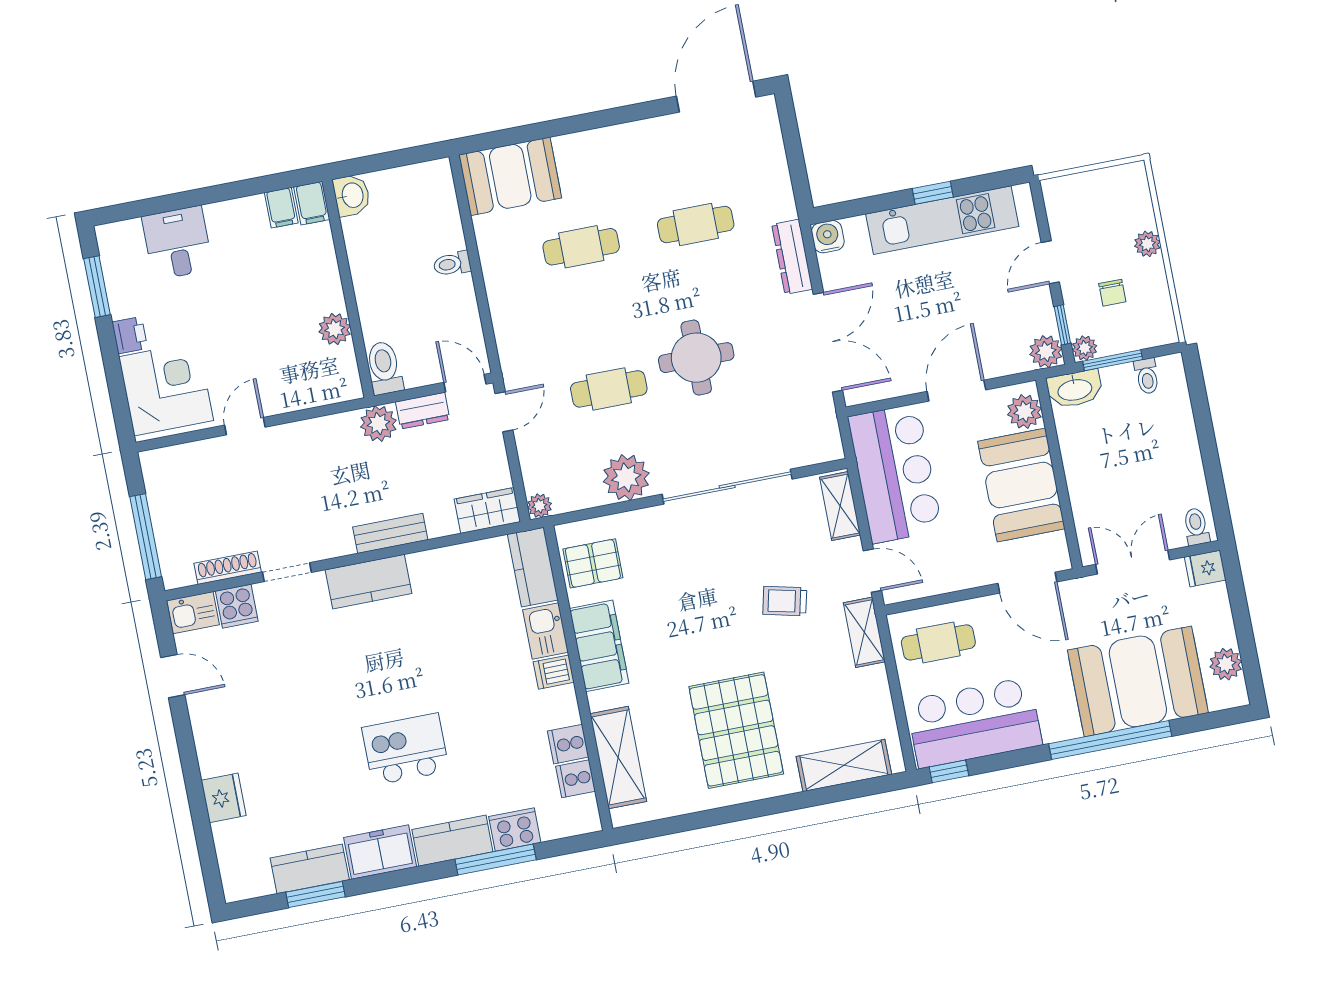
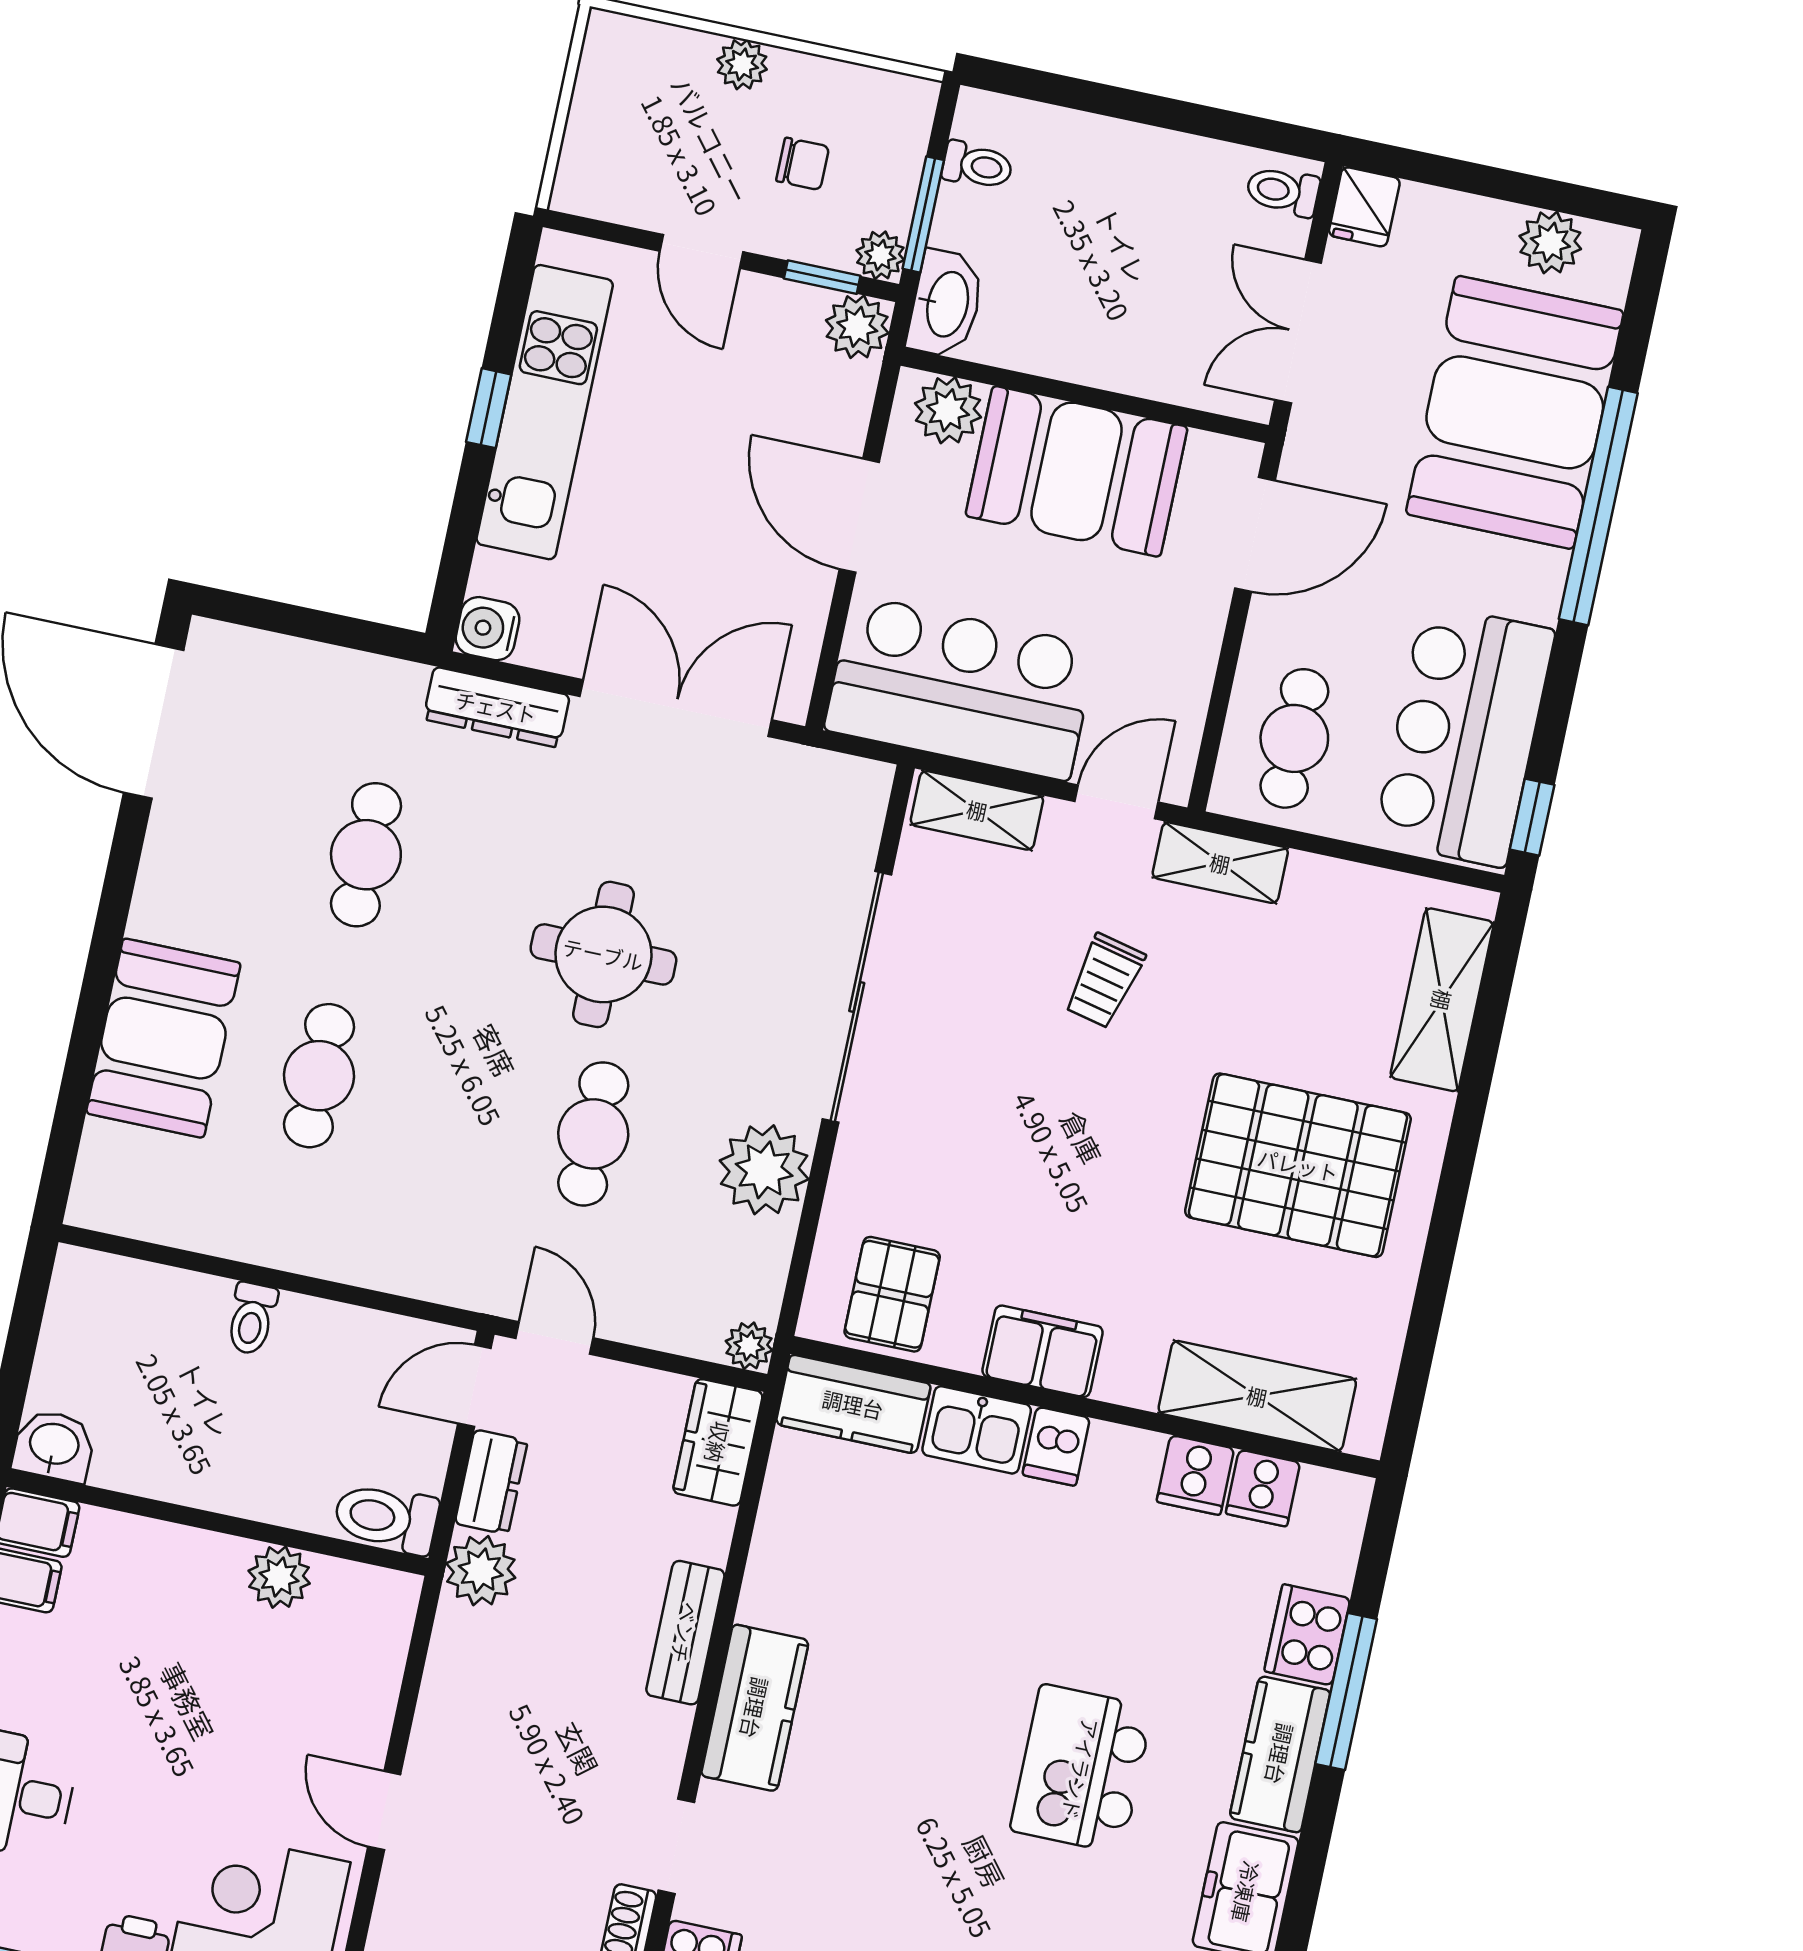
booth: (510, 176) -> (163, 1038), moved
filing cabinet: (599, 646) -> (1043, 1351), width x0.67, depth x0.86

